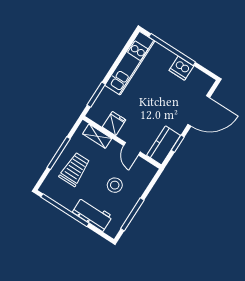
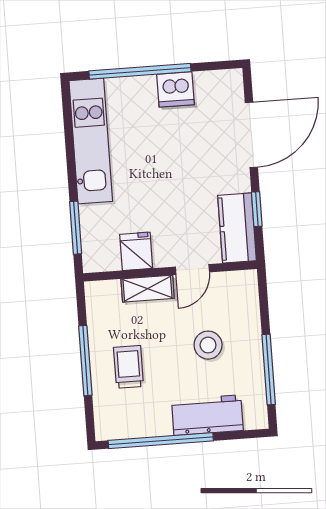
shelving: (97, 136) -> (148, 289), moved
door: (132, 149) -> (192, 270), hinge flipped
trolley: (75, 169) -> (128, 367), width x0.73, depth x0.72

